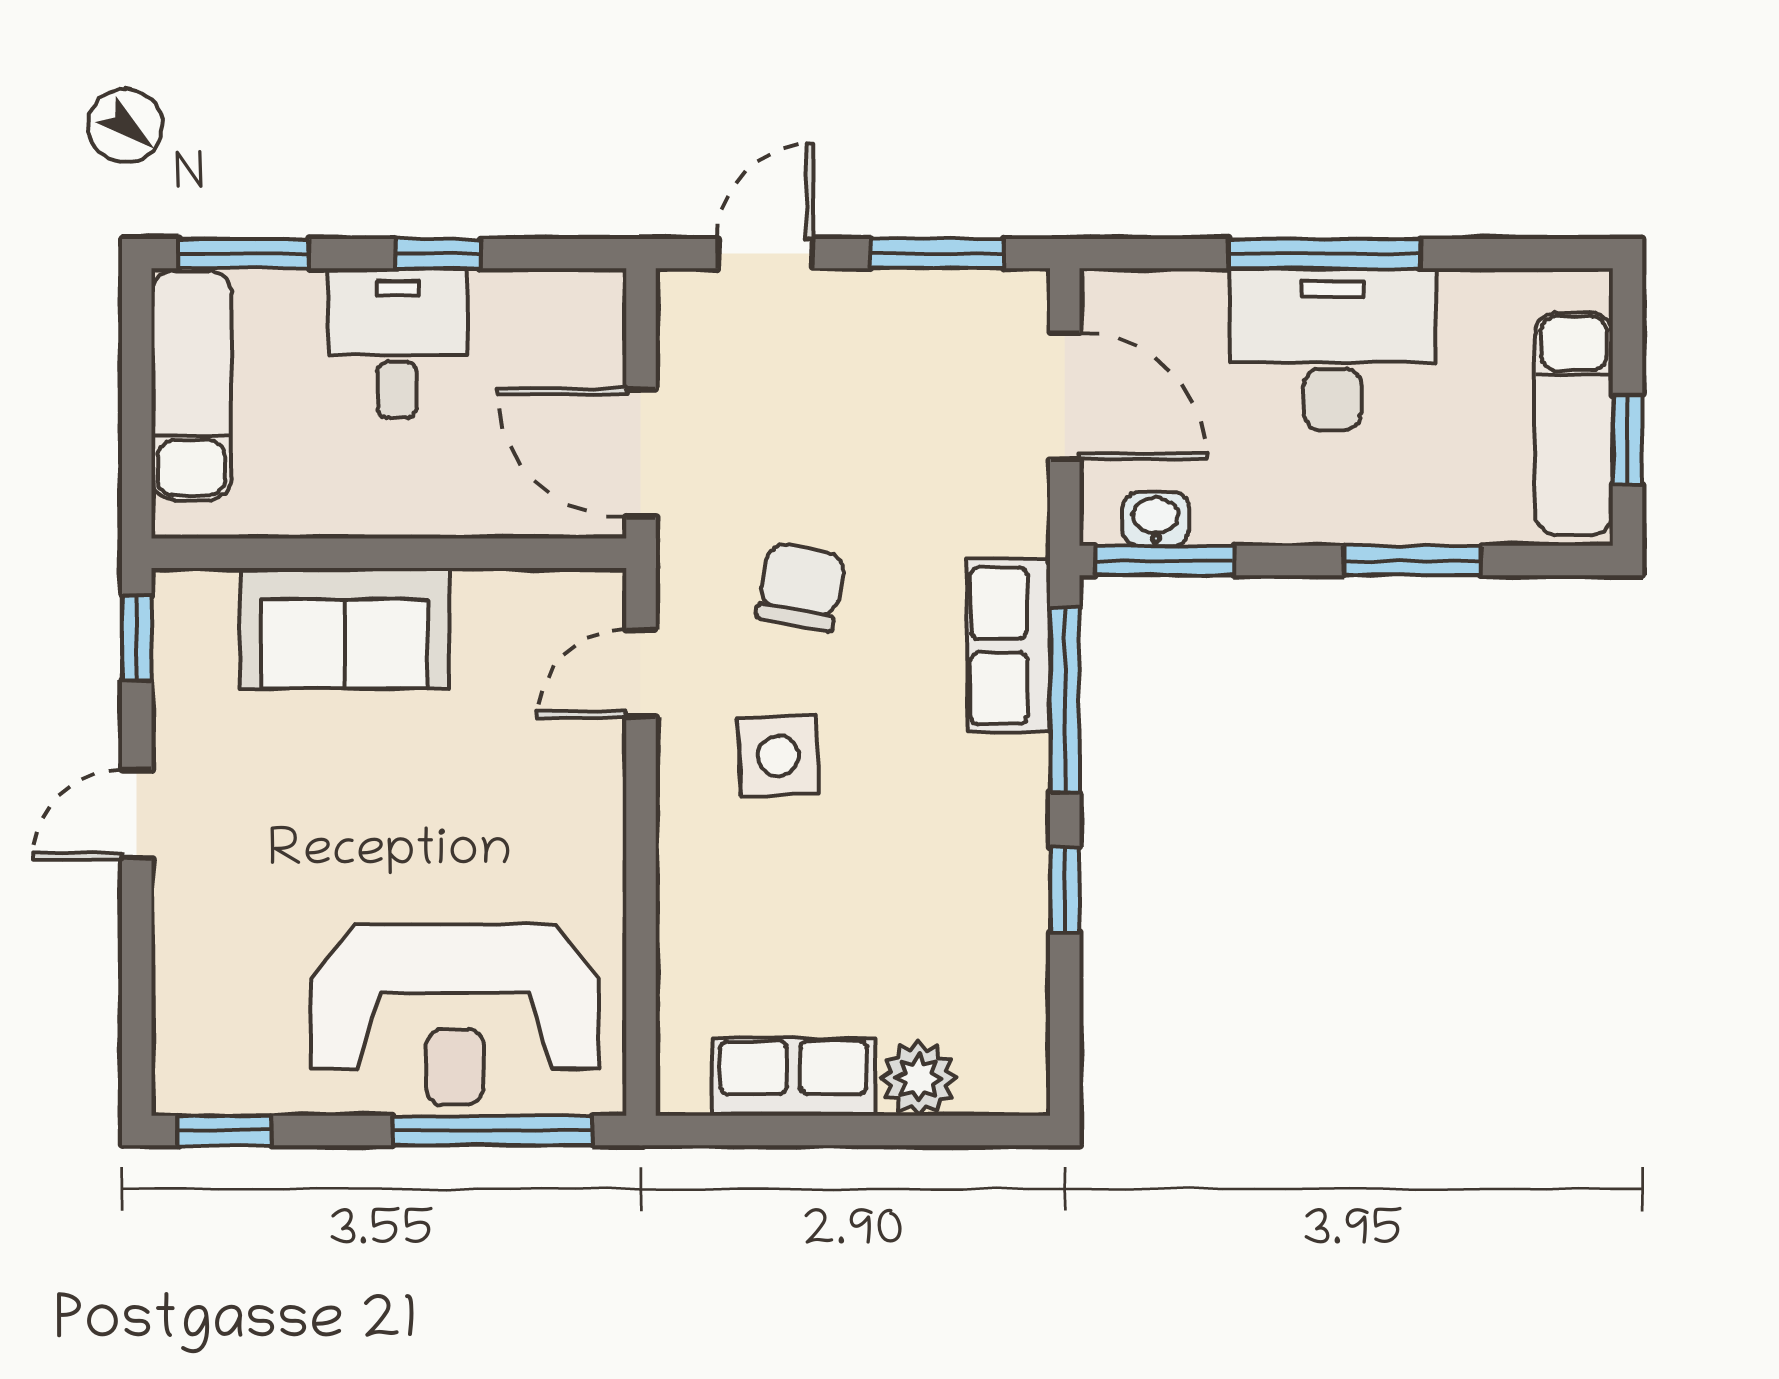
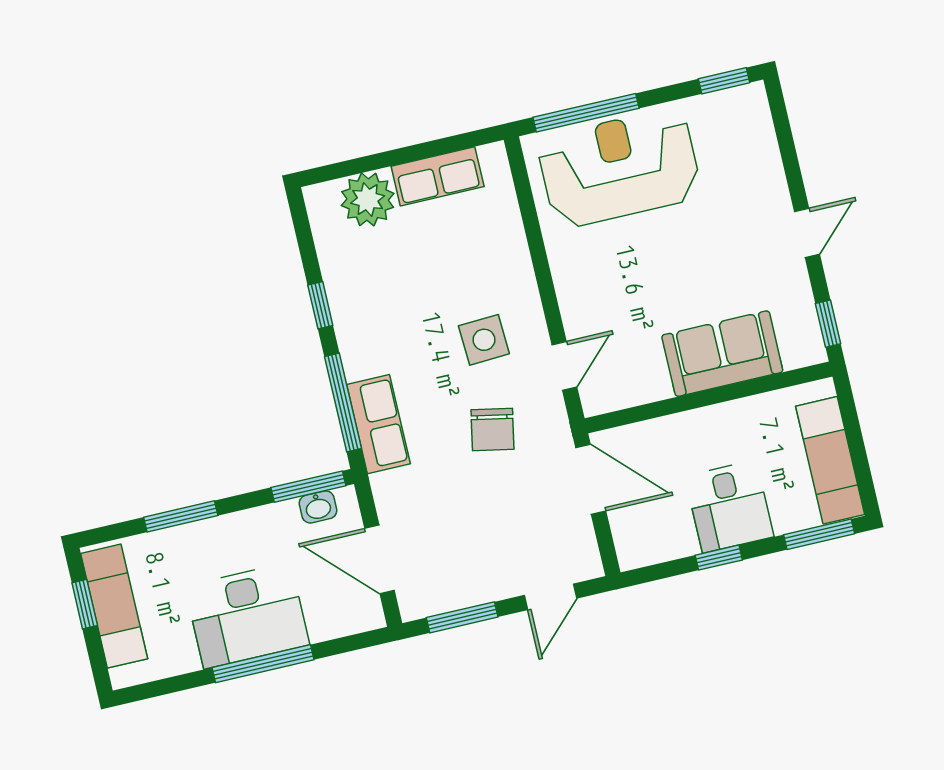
plant: (918, 1078) -> (368, 199), width x1.36, depth x1.36

